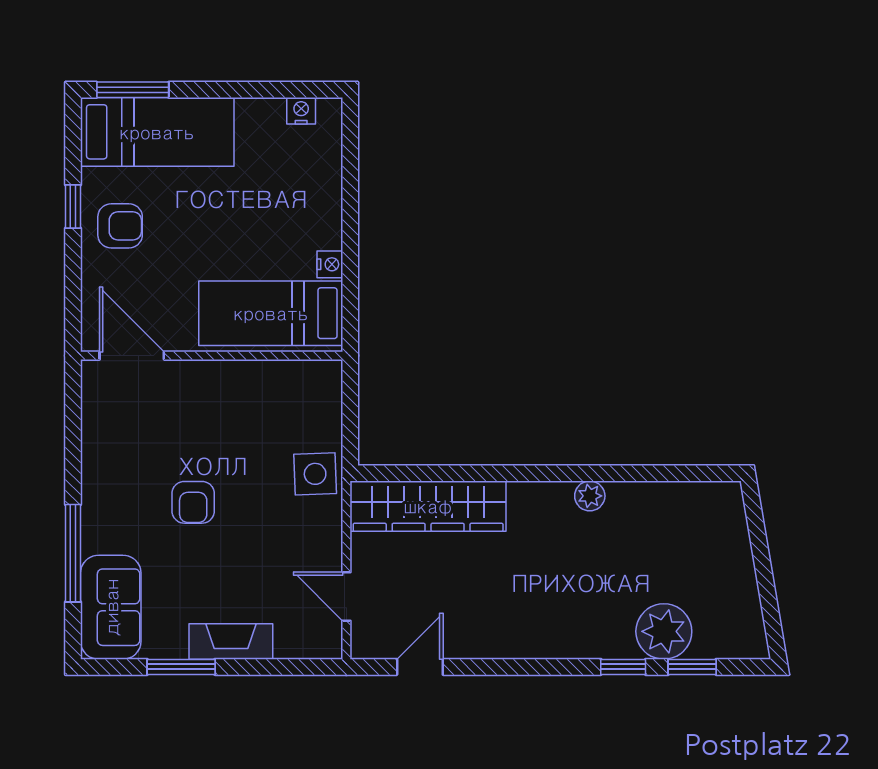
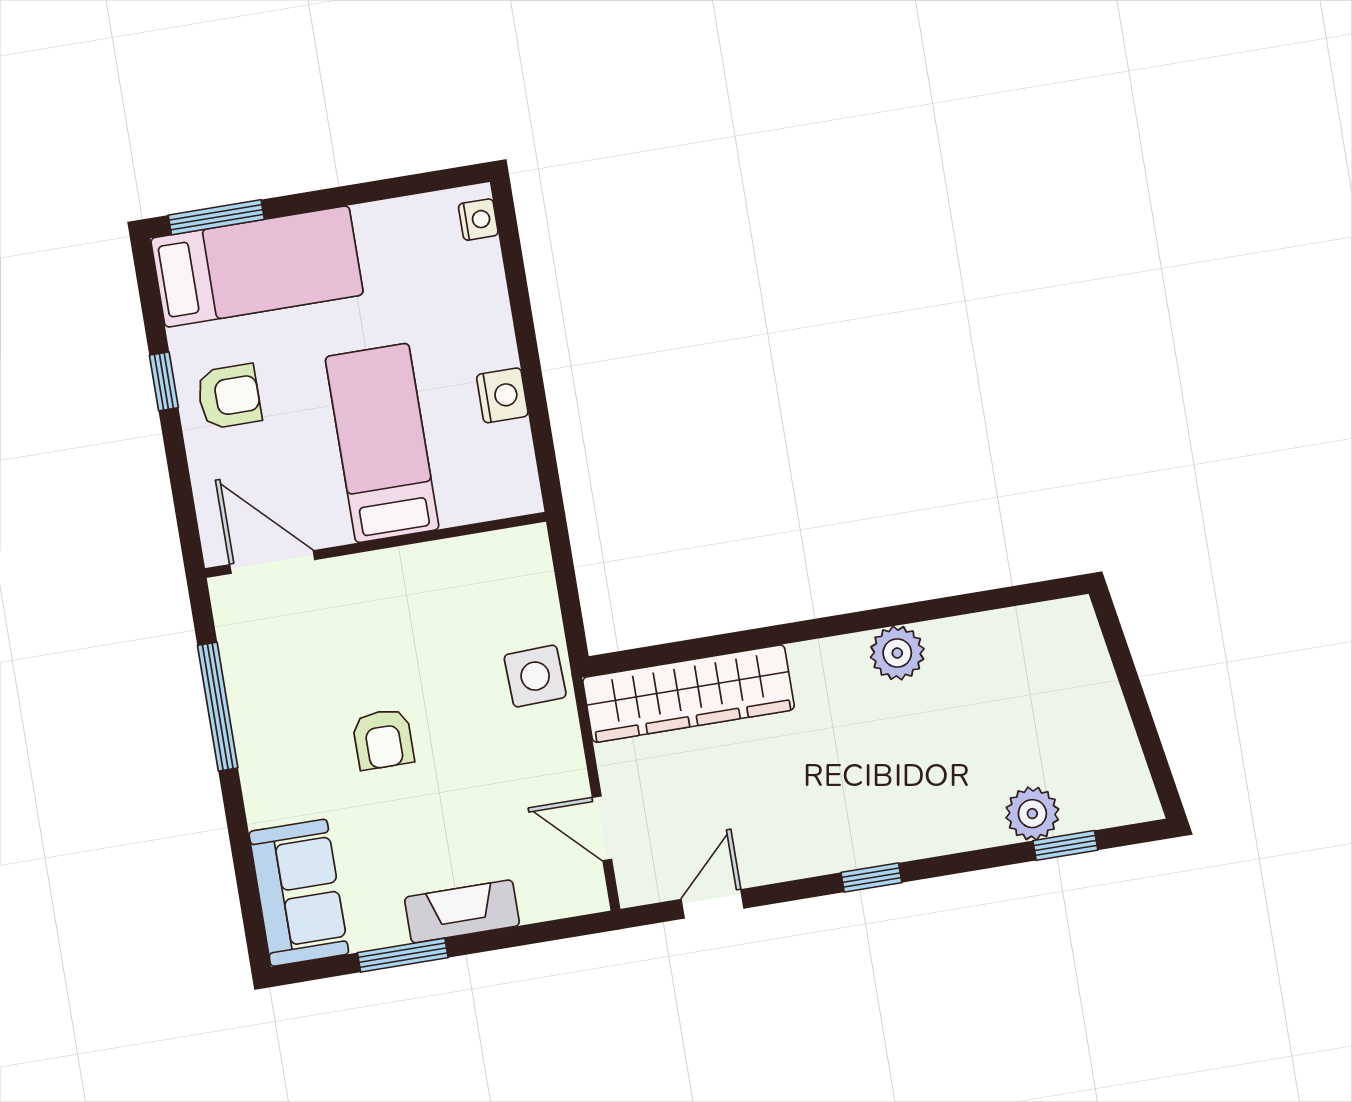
nightstand: (301, 111) -> (478, 220), moved, turned 90
nightstand: (330, 264) -> (502, 395), width x1.39, depth x1.35
bed: (271, 313) -> (382, 443), moved, turned 90
plant: (590, 496) -> (897, 653), width x1.38, depth x1.38
window: (73, 553) -> (218, 707), moved
plant: (664, 631) -> (1032, 814), width x0.73, depth x0.73
window: (623, 667) -> (871, 878), moved

